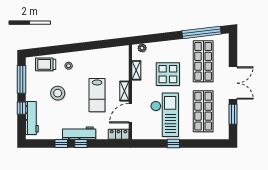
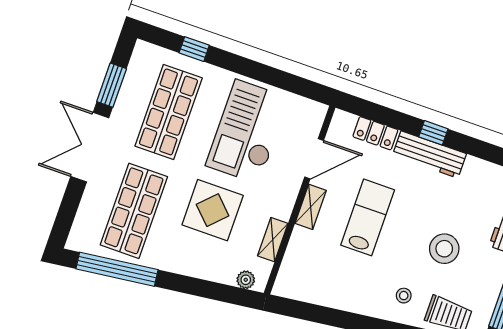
locker: (119, 134) -> (375, 133), moved
window: (61, 143) -> (472, 146), removed
window: (173, 143) -> (194, 49), moved

